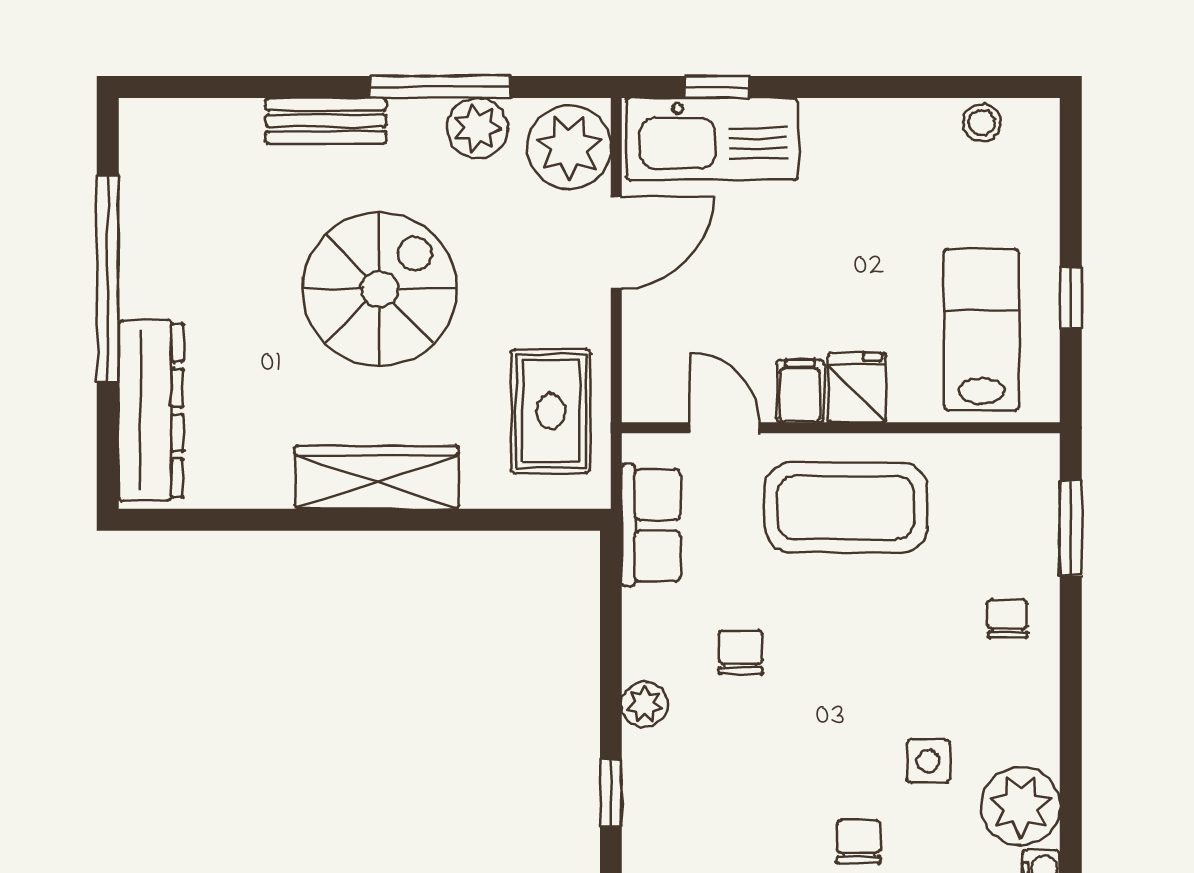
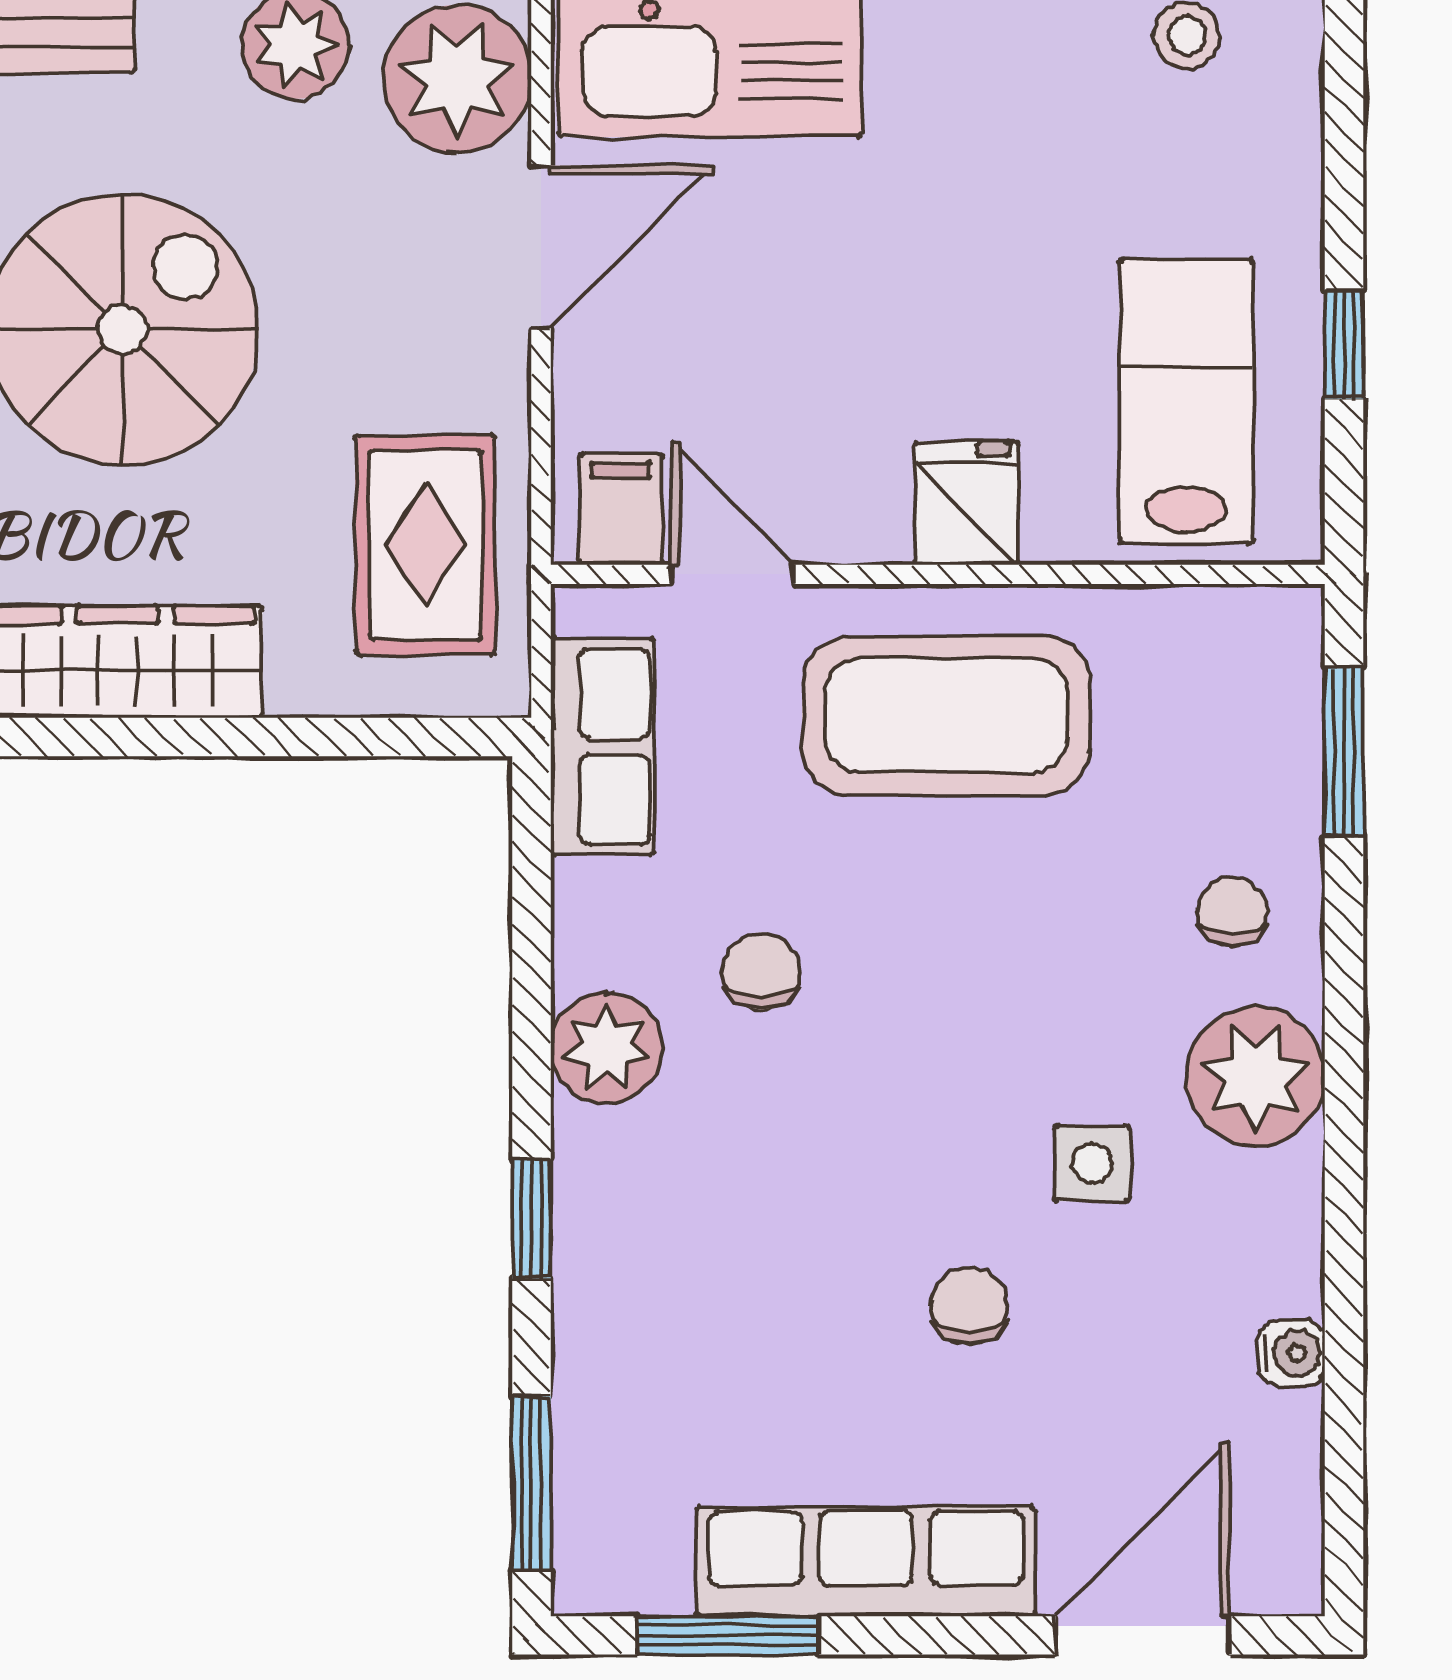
filing cabinet: (800, 391) -> (621, 509), moved
plant: (645, 704) -> (606, 1048), width x1.38, depth x1.38
plant: (1021, 806) -> (1255, 1076), moved

